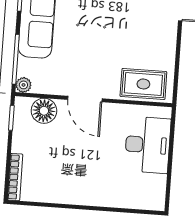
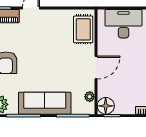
plant: (23, 85) -> (90, 97), moved
floor lamp: (44, 111) -> (106, 106), moved

